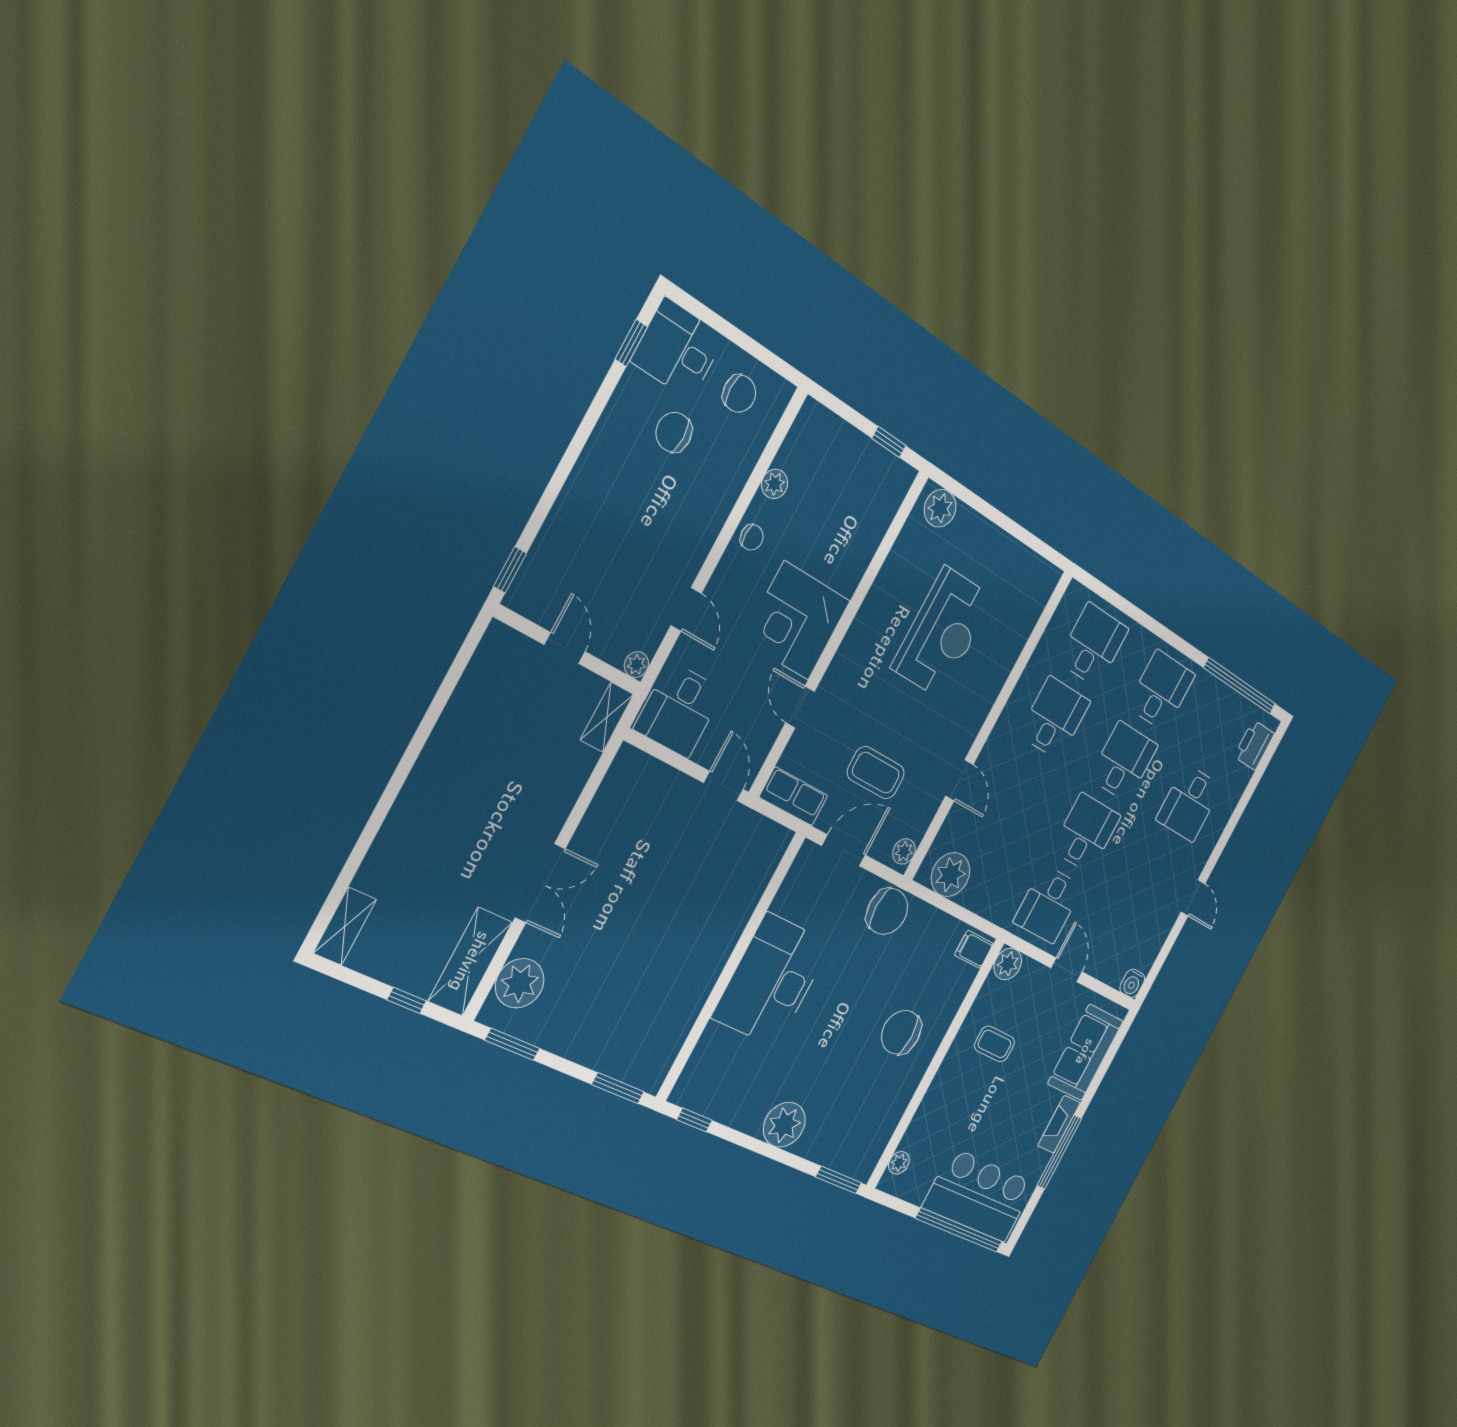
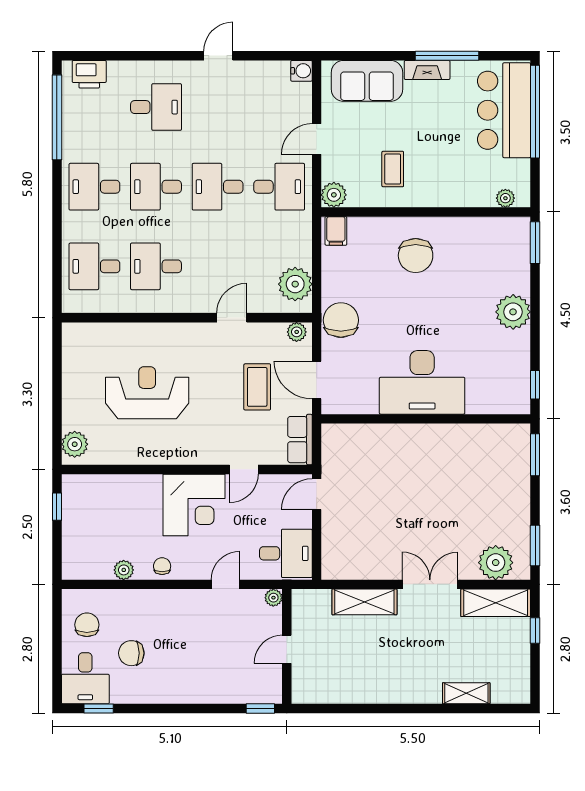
chair: (674, 432) -> (131, 653), turned 90
shelving: (607, 717) -> (364, 602), moved, width x1.50, depth x1.33
shelving: (345, 926) -> (466, 693), moved

